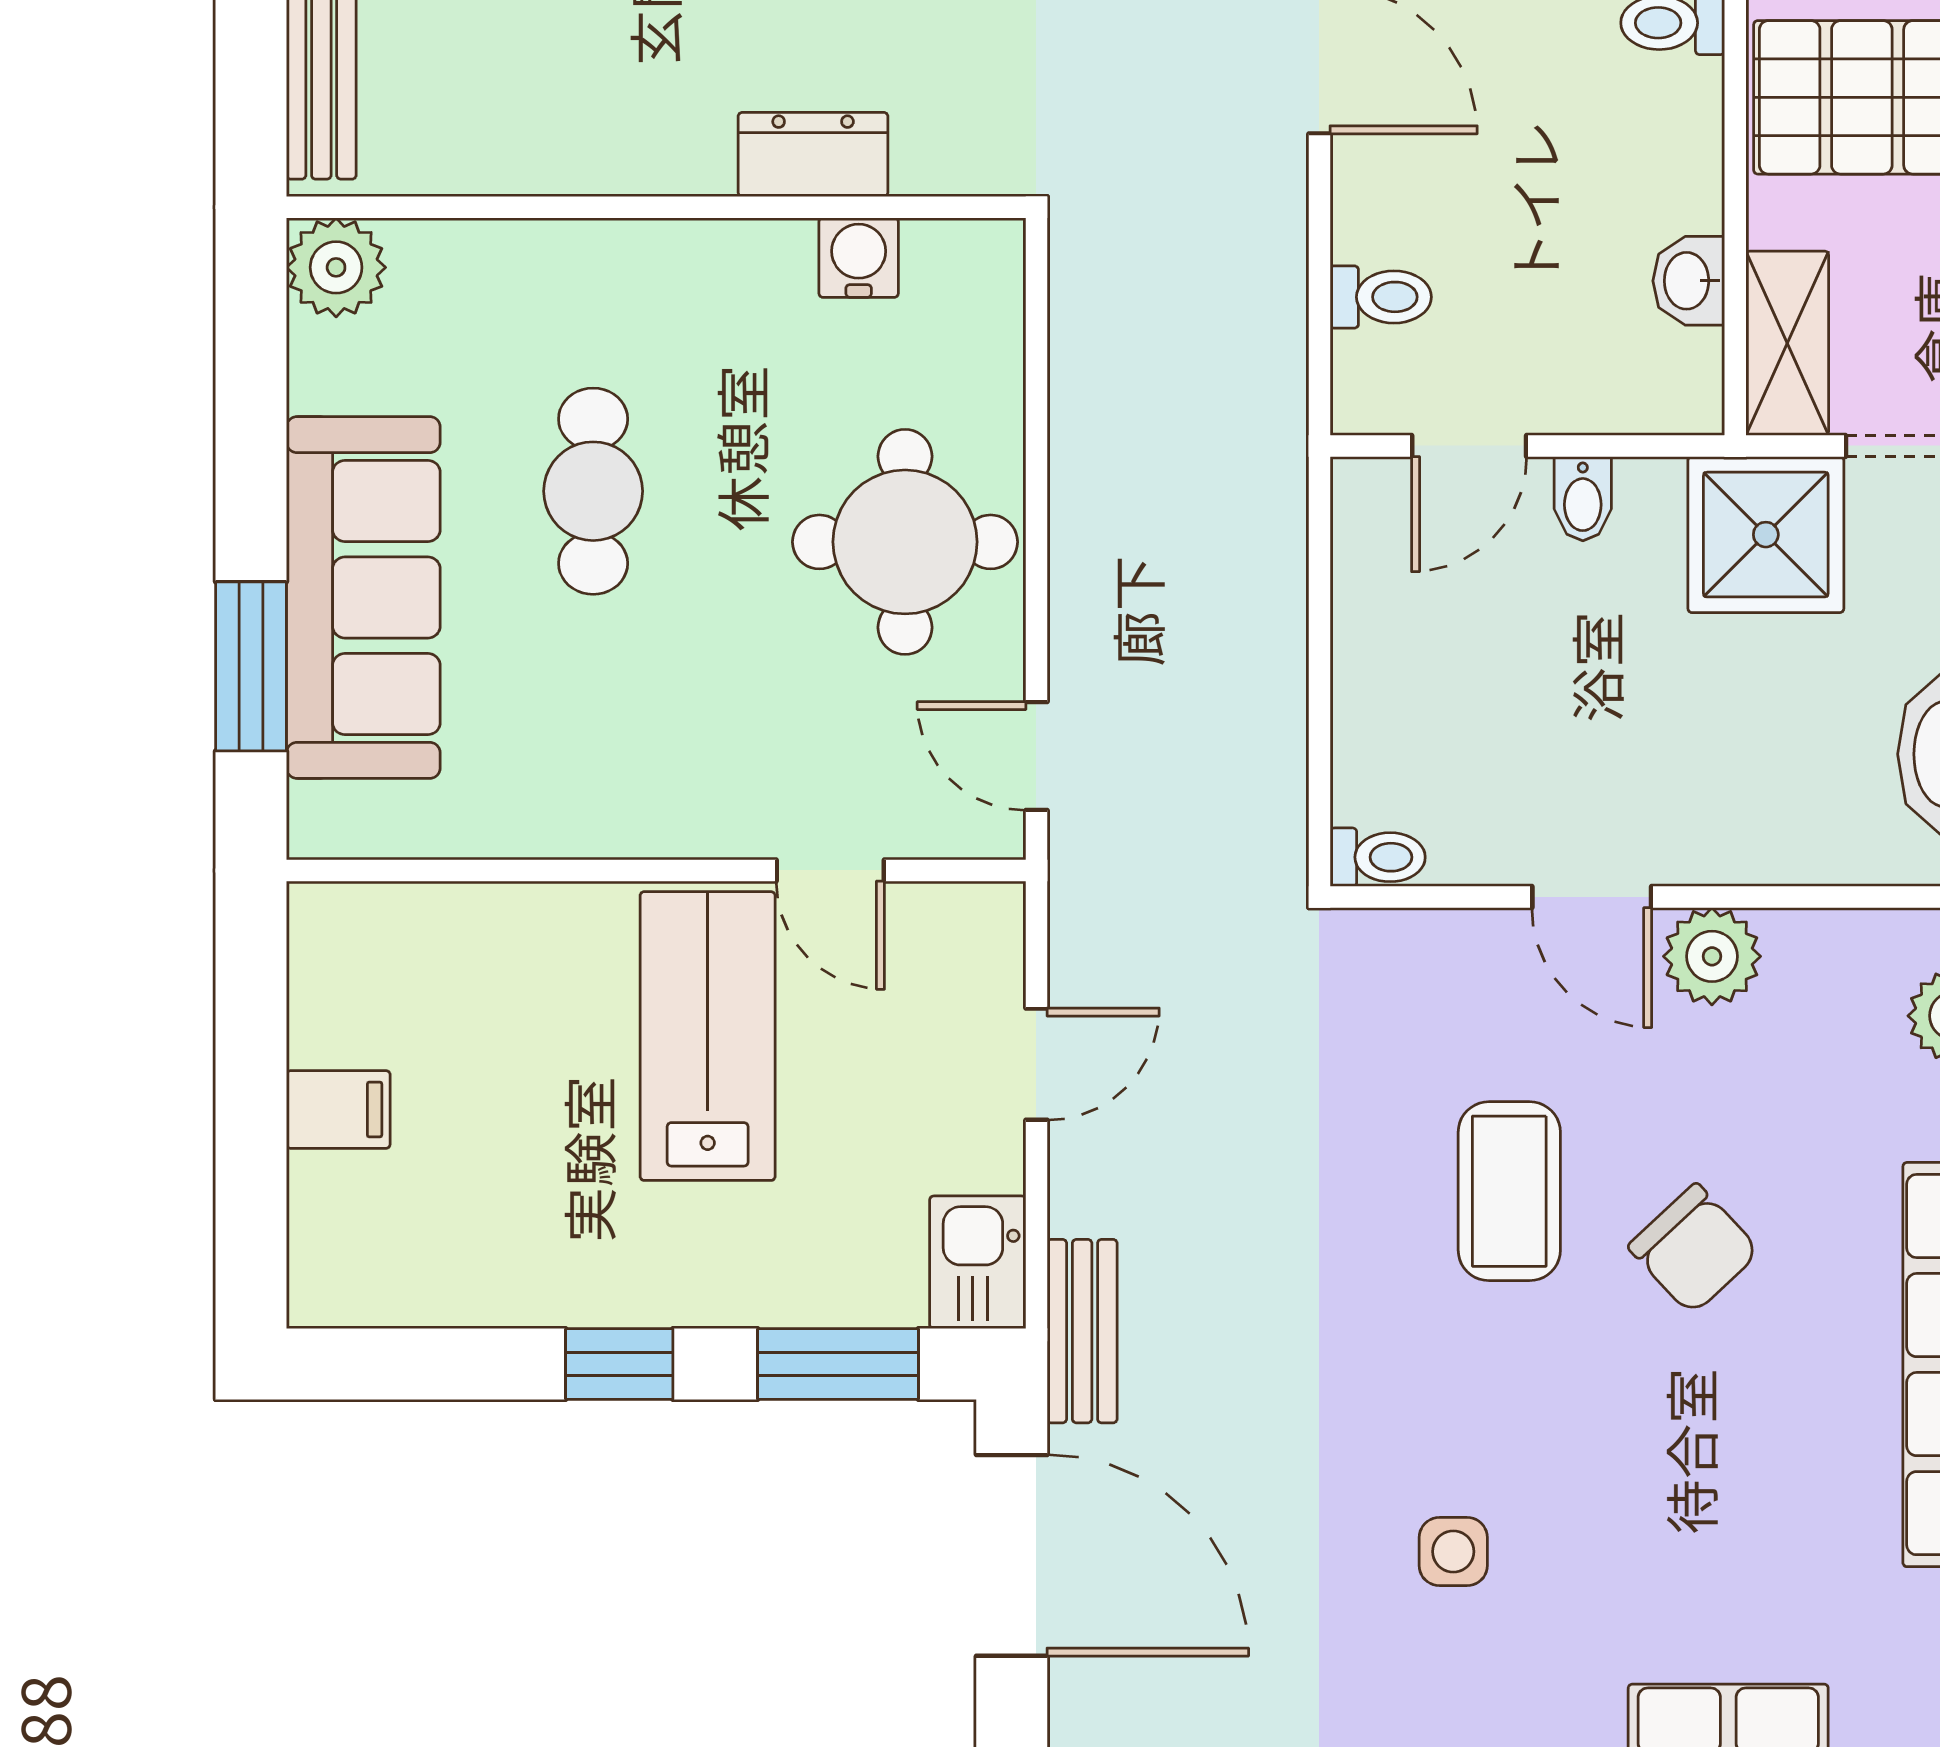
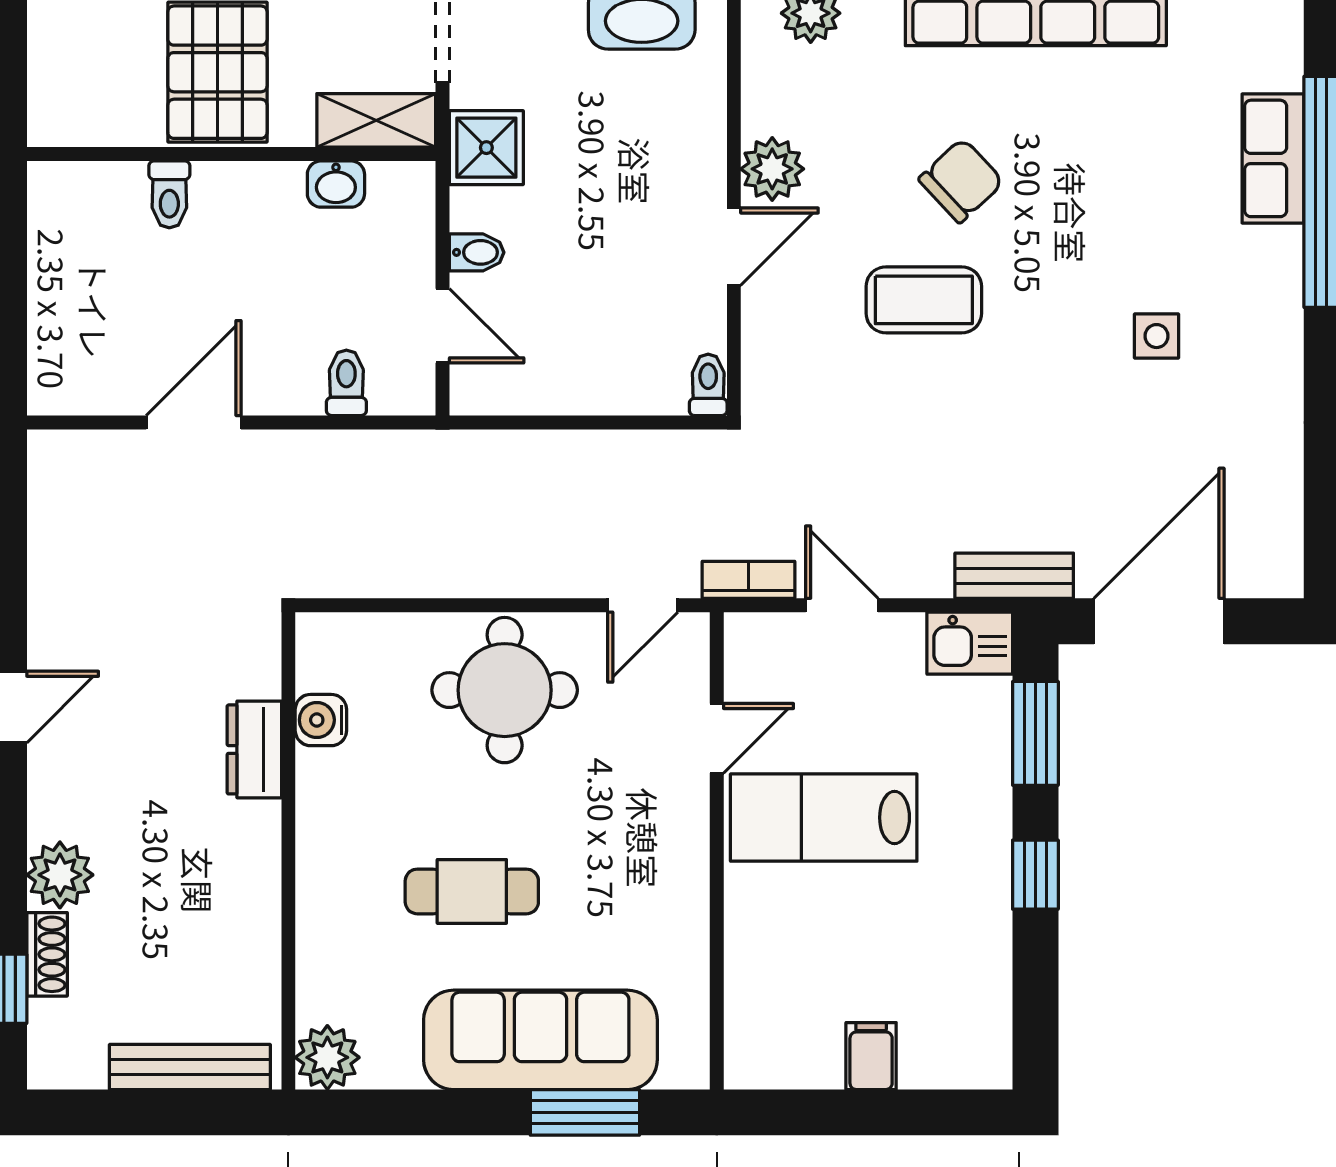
shower: (1766, 535) -> (486, 148), width x0.73, depth x0.73
bookcase: (1076, 920) -> (749, 580), added

